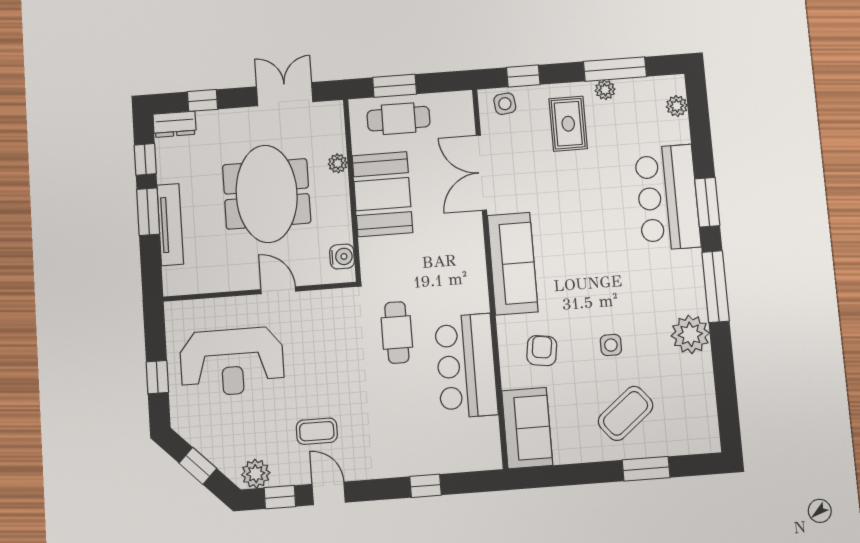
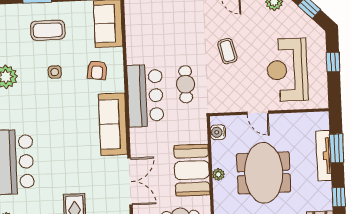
plant: (338, 163) -> (218, 174), moved
window: (148, 212) -> (337, 148), moved
reception desk: (232, 362) -> (287, 70), turned -90
bar counter: (466, 366) -> (145, 96), moved
coffee table: (626, 413) -> (48, 30), turned 39
coffee table: (317, 431) -> (227, 51), moved, turned 76

